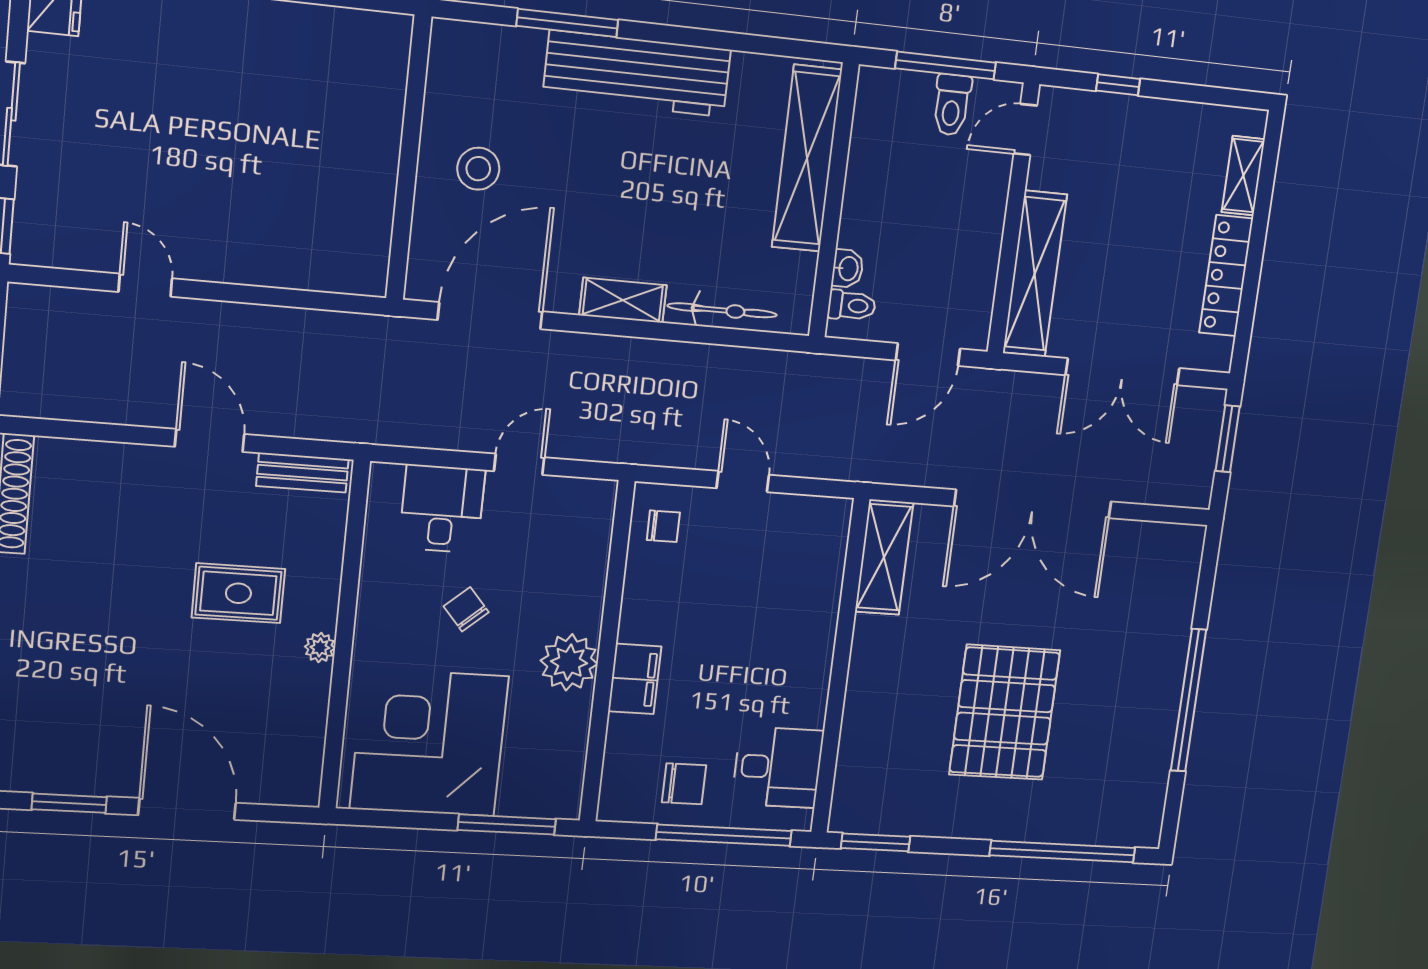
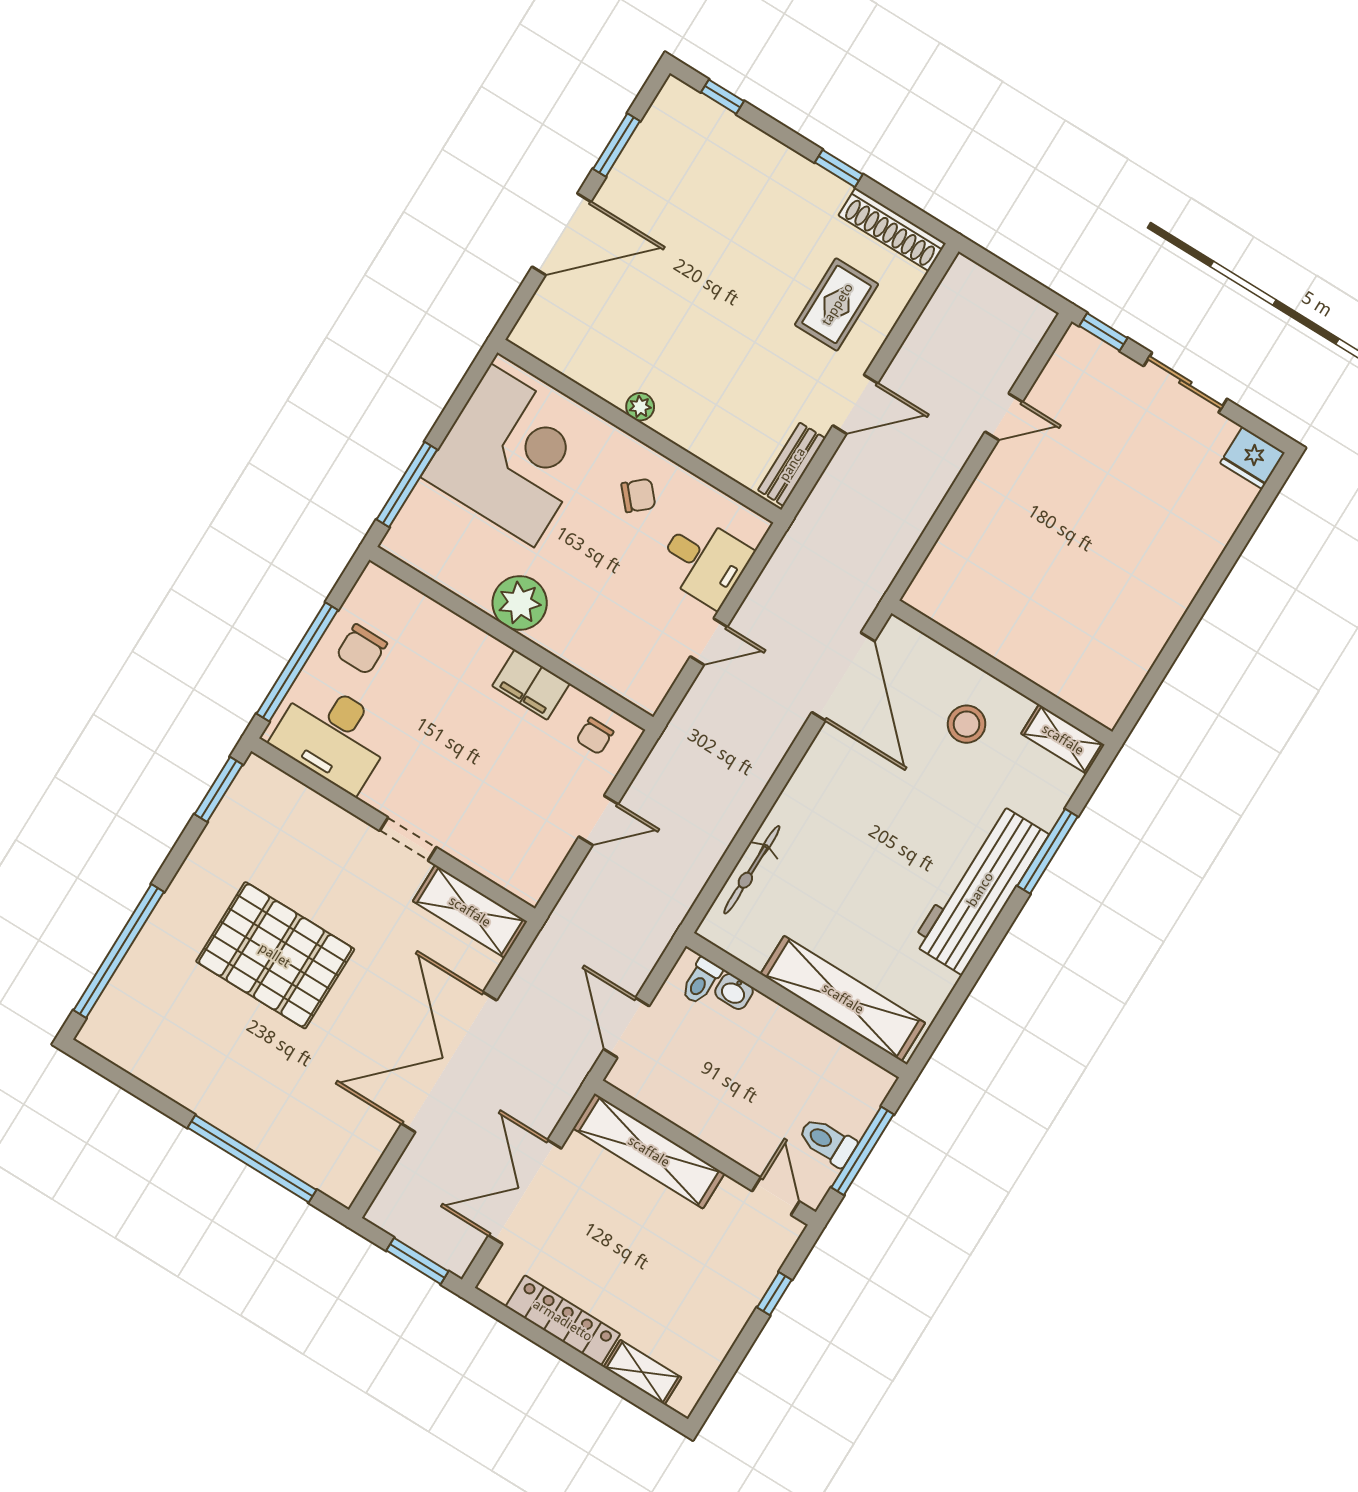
shelving: (623, 300) -> (1063, 739), moved, turned 90
door: (519, 464) -> (709, 642), hinge flipped
rug: (238, 593) -> (837, 304), moved
chair: (466, 609) -> (638, 496), moved
doorway: (842, 649) -> (408, 839), added
filing cabinet: (635, 679) -> (531, 685), moved
window: (1188, 700) -> (252, 1159), moved
desk: (778, 767) -> (333, 736), width x1.37

